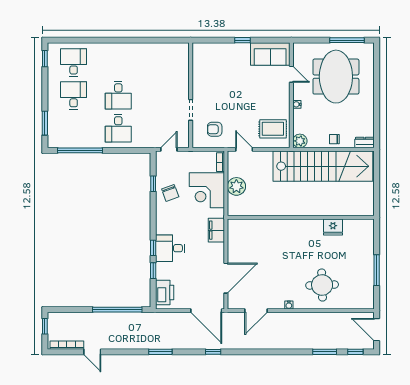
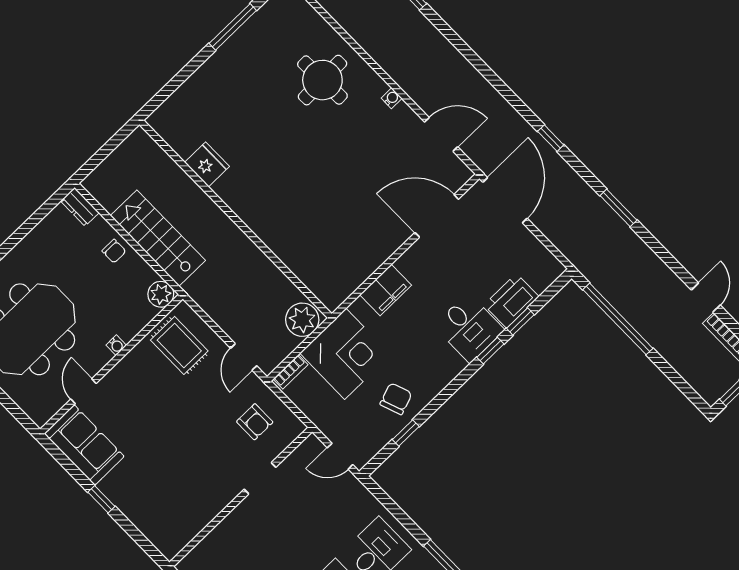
stairs: (323, 166) -> (158, 238), width x0.54, depth x0.66
wall: (301, 217) -> (236, 219), moved
fridge: (333, 227) -> (207, 164), moved
printer: (165, 292) -> (511, 301), moved

